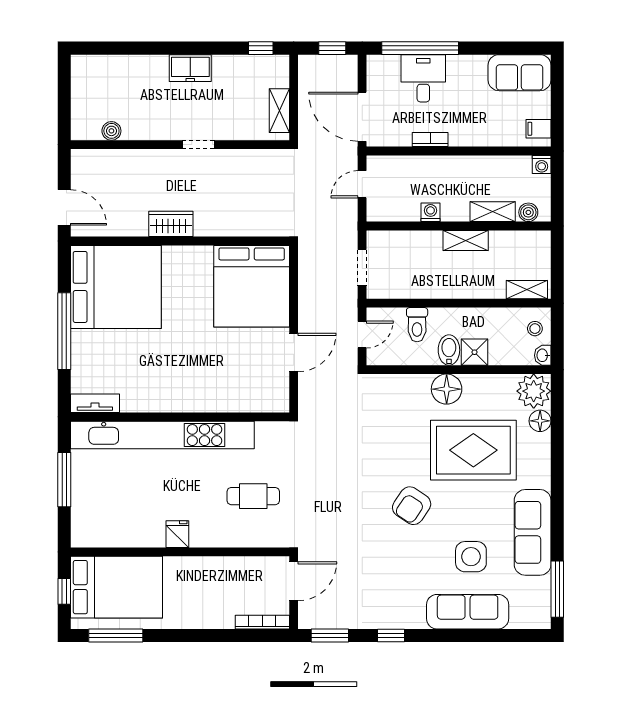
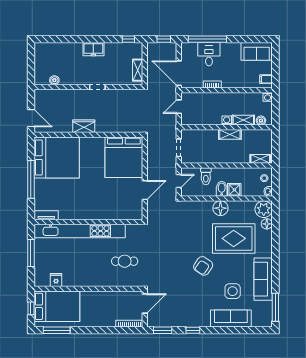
washing machine: (430, 212) -> (227, 121), moved
fridge: (177, 534) -> (56, 280), moved

